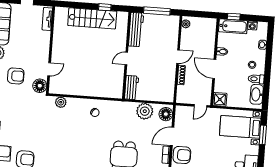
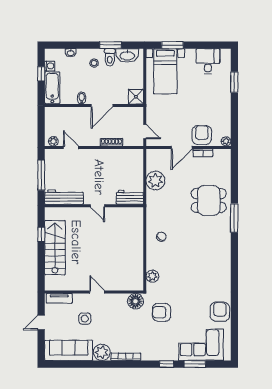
window: (234, 17) -> (41, 74), moved
side table: (28, 40) -> (85, 319), added
door: (178, 57) -> (71, 147), moved
door: (49, 69) -> (97, 292), moved
armchair: (16, 76) -> (161, 312), moved, turned -90
window: (267, 80) -> (110, 45), added
door: (200, 106) -> (145, 132), moved
floor lamp: (166, 114) -> (157, 156), removed
door: (172, 136) -> (182, 147), hinge flipped

